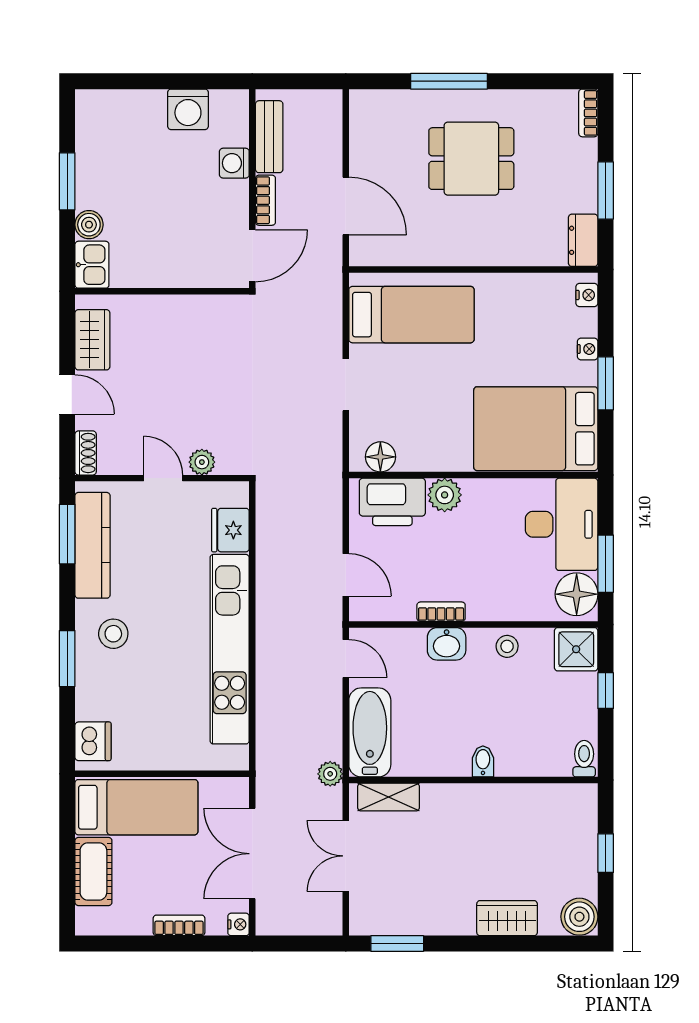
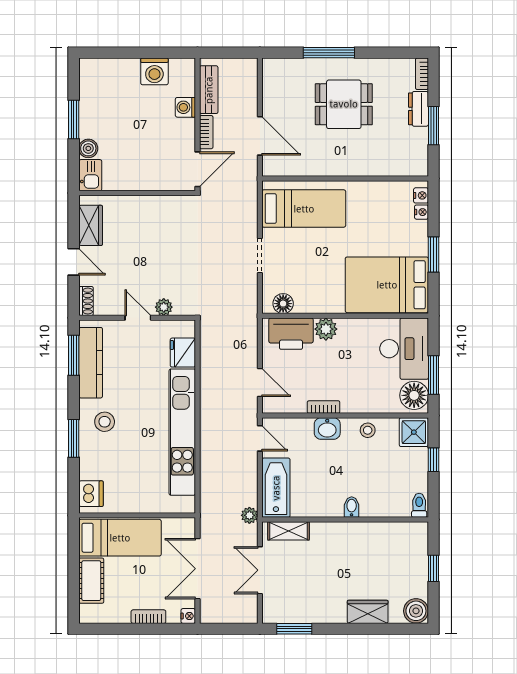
dresser: (583, 240) -> (418, 109), moved
nightstand: (588, 349) -> (421, 212), moved

